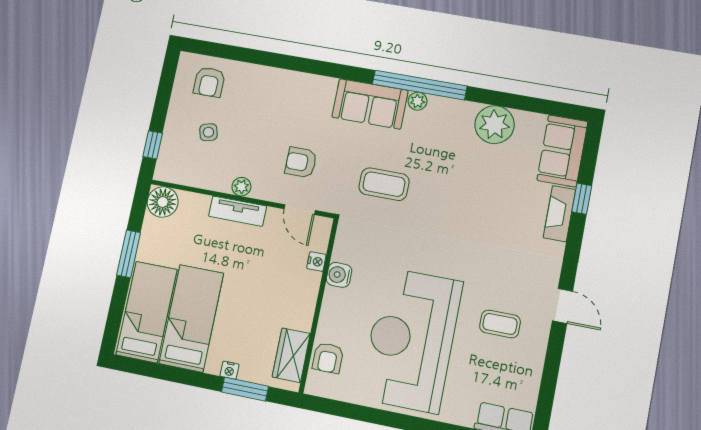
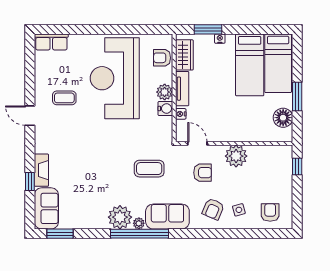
armchair: (296, 103) -> (213, 209), added
window: (548, 107) -> (60, 234), added
plant: (495, 125) -> (120, 217), moved
side table: (208, 132) -> (239, 210), moved
plant: (241, 187) -> (236, 156), width x1.88, depth x1.88
floor lamp: (163, 202) -> (283, 118), moved
tv unit: (238, 211) -> (182, 89), moved, turned 90
plant: (335, 302) -> (165, 92), added
reception desk: (411, 340) -> (115, 78), turned 180
armchair: (328, 358) -> (162, 58), turned -90

